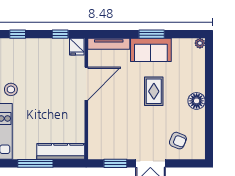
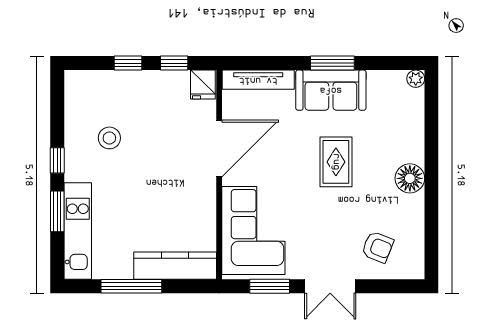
window: (18, 34) -> (128, 63), moved
stool: (11, 89) -> (109, 138), moved
corner sofa: (106, 131) -> (253, 230), added

